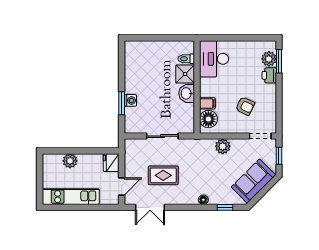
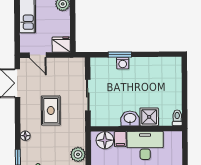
toilet: (186, 59) -> (177, 118), moved
desk: (214, 59) -> (145, 145), moved
rug: (163, 175) -> (51, 110), moved

